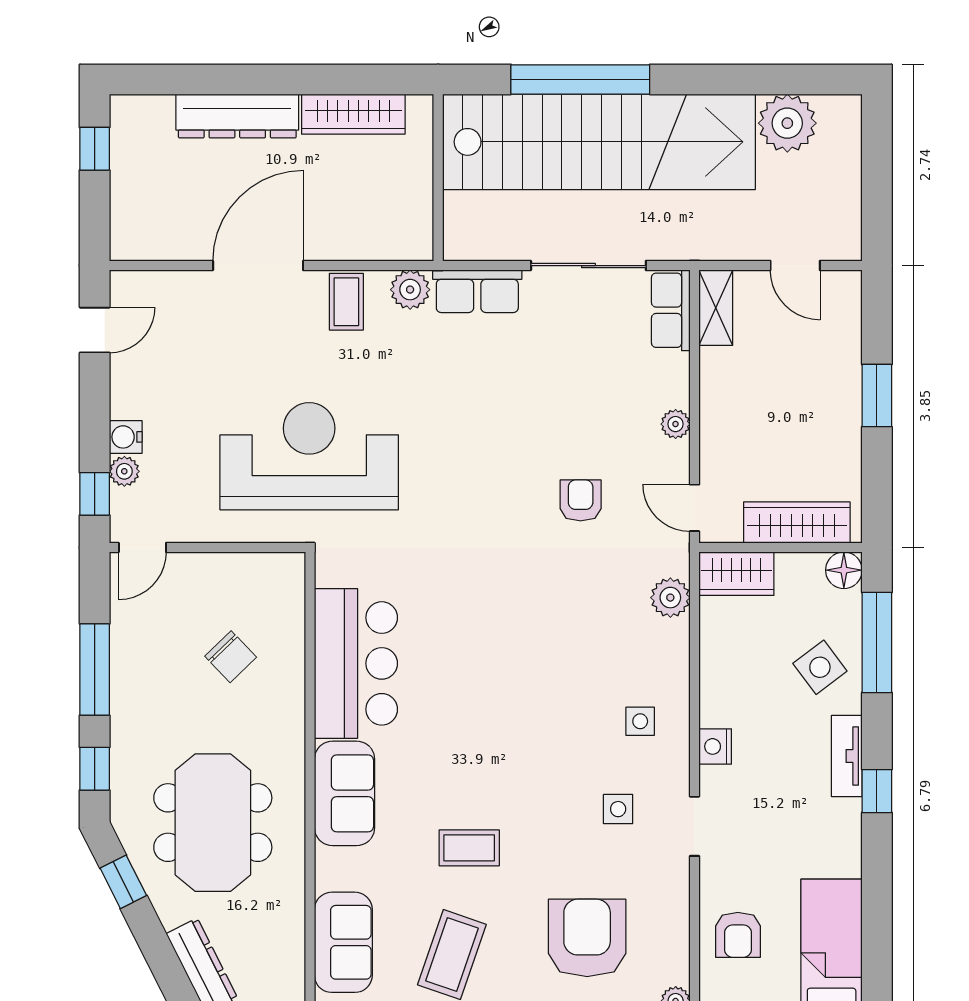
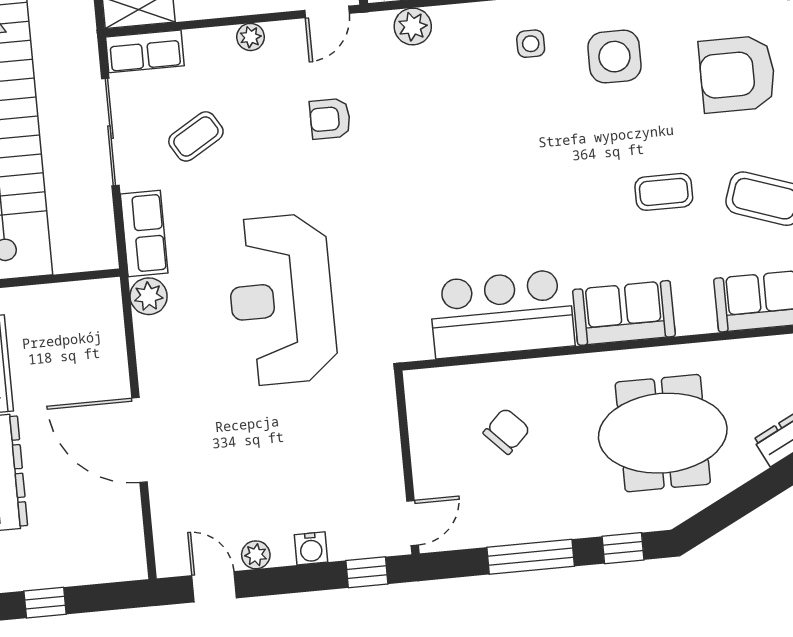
coffee table: (346, 302) -> (196, 136), moved, turned -31
reception desk: (309, 456) -> (282, 300), moved
plant: (124, 471) -> (256, 555), moved
door: (142, 547) -> (413, 523), hinge flipped
side table: (618, 809) -> (614, 57), width x1.87, depth x1.87
coffee table: (469, 848) -> (664, 192), turned 90
window: (123, 882) -> (726, 511), removed

